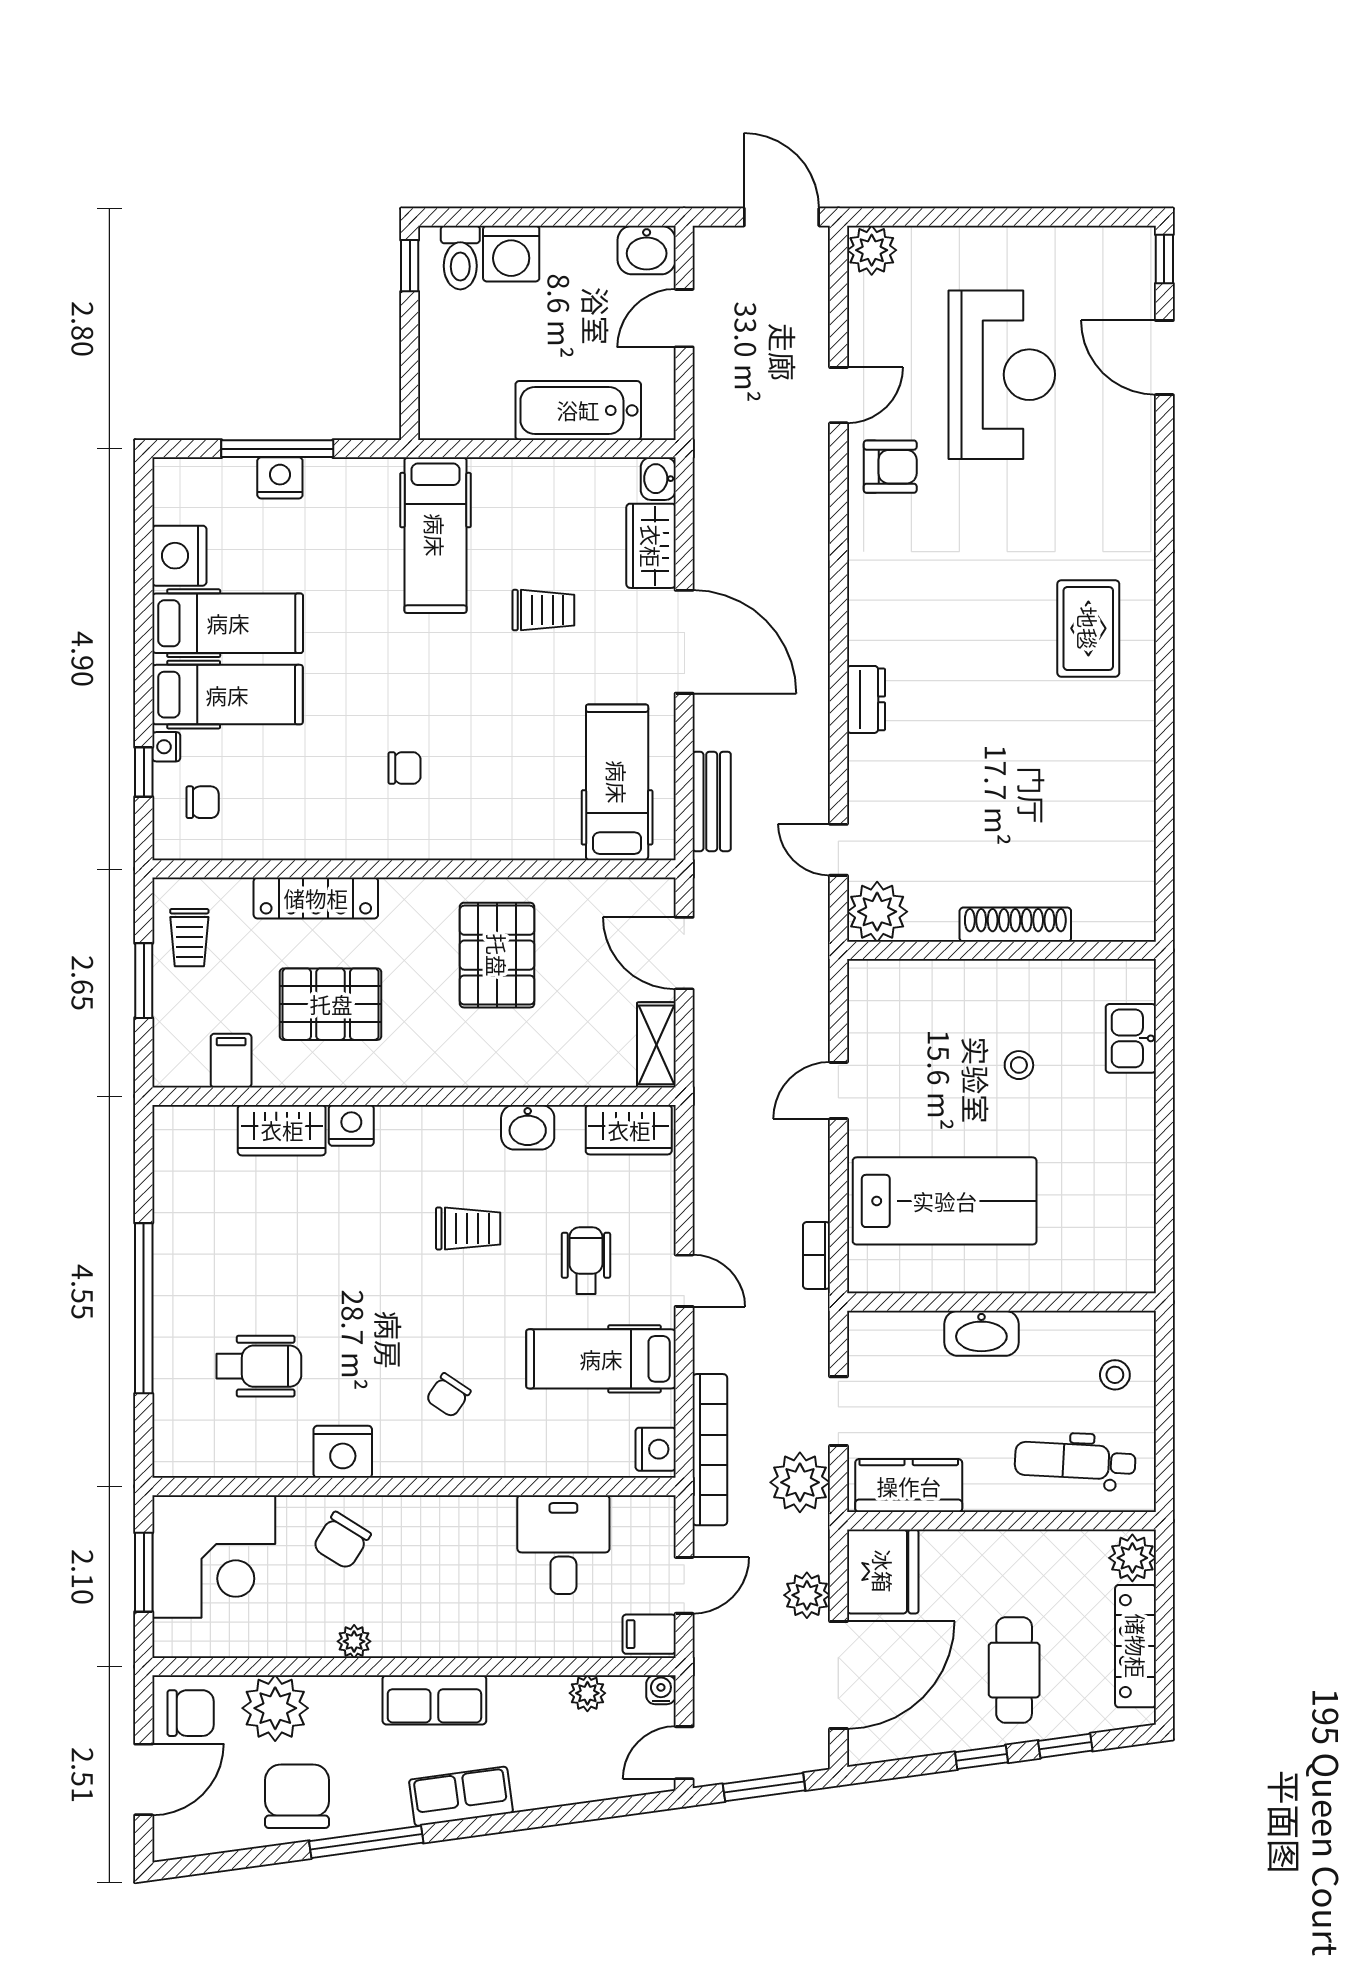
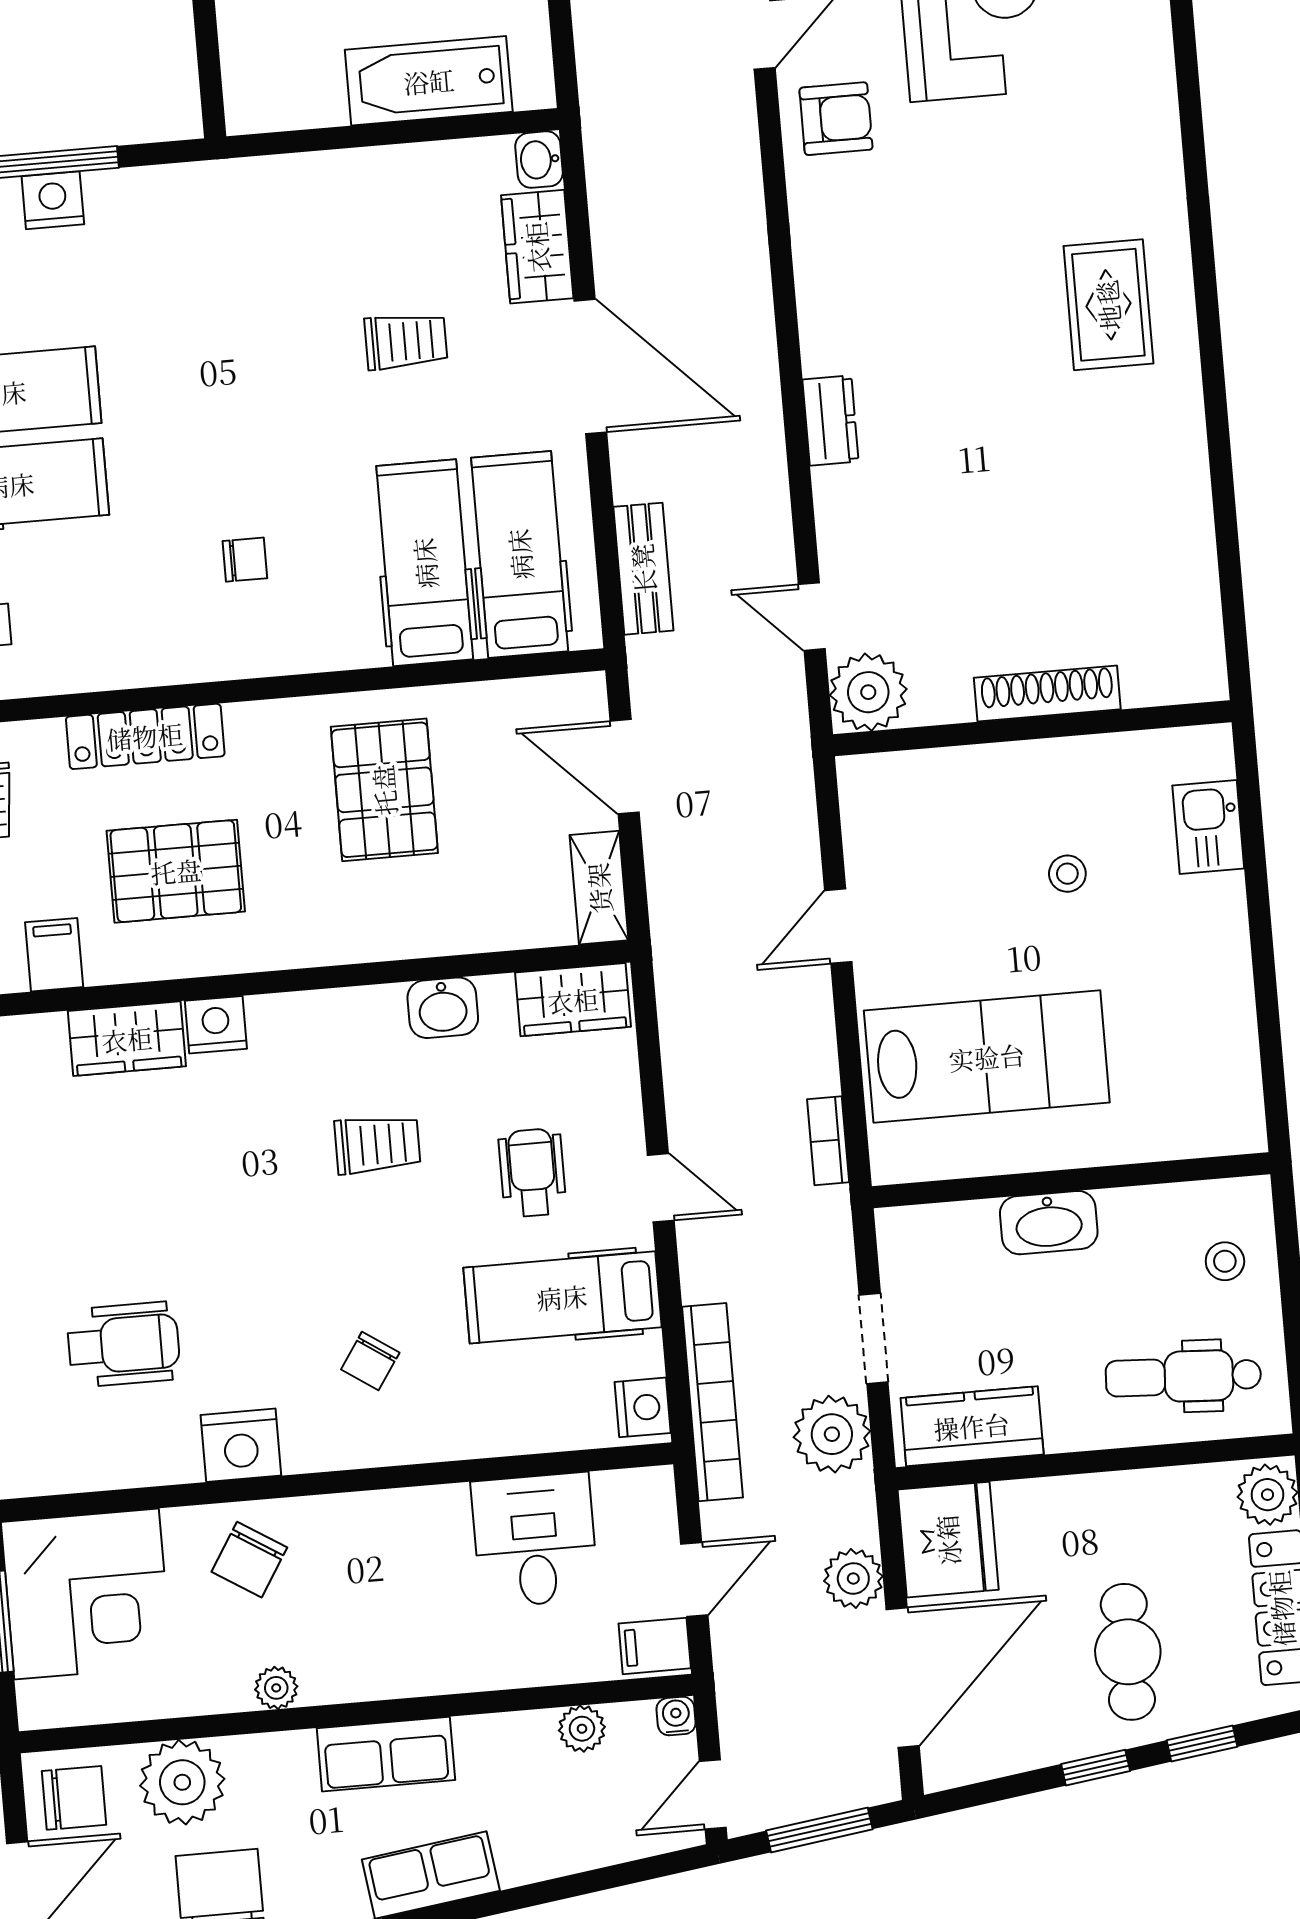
hospital bed: (435, 535) -> (425, 563), moved, turned 180

